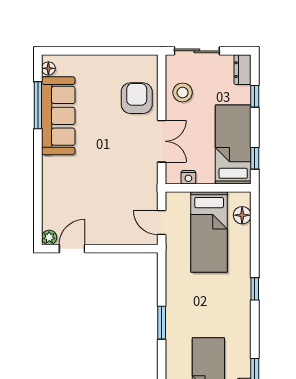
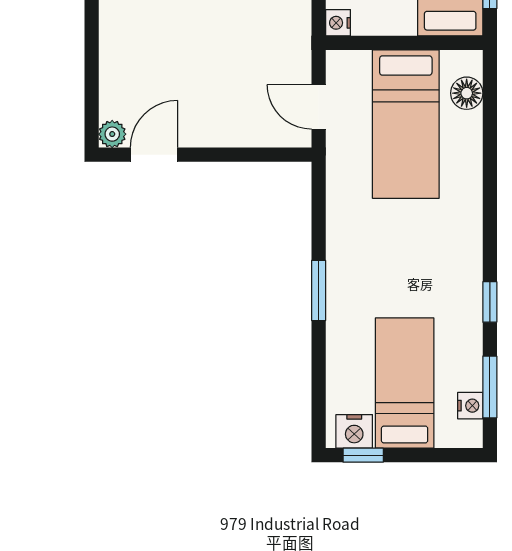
nightstand: (188, 177) -> (338, 23), moved, turned 90
window: (255, 289) -> (490, 302), moved

